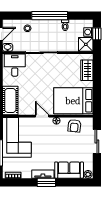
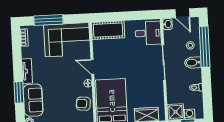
window: (50, 16) -> (205, 47), moved
bidet: (43, 27) -> (193, 63), added
door: (42, 116) -> (92, 67), swing flipped
window: (46, 182) -> (19, 92), moved

